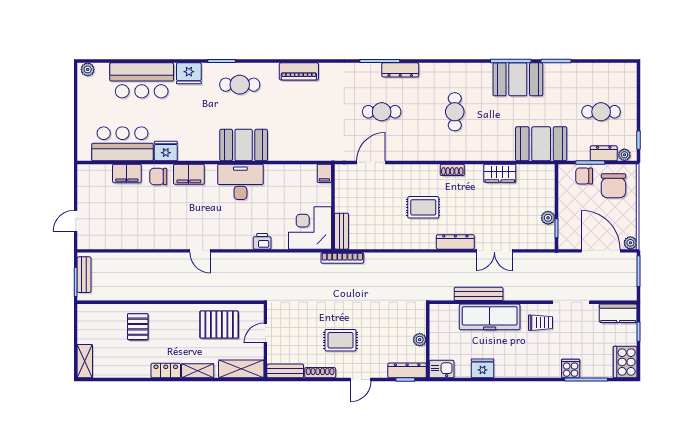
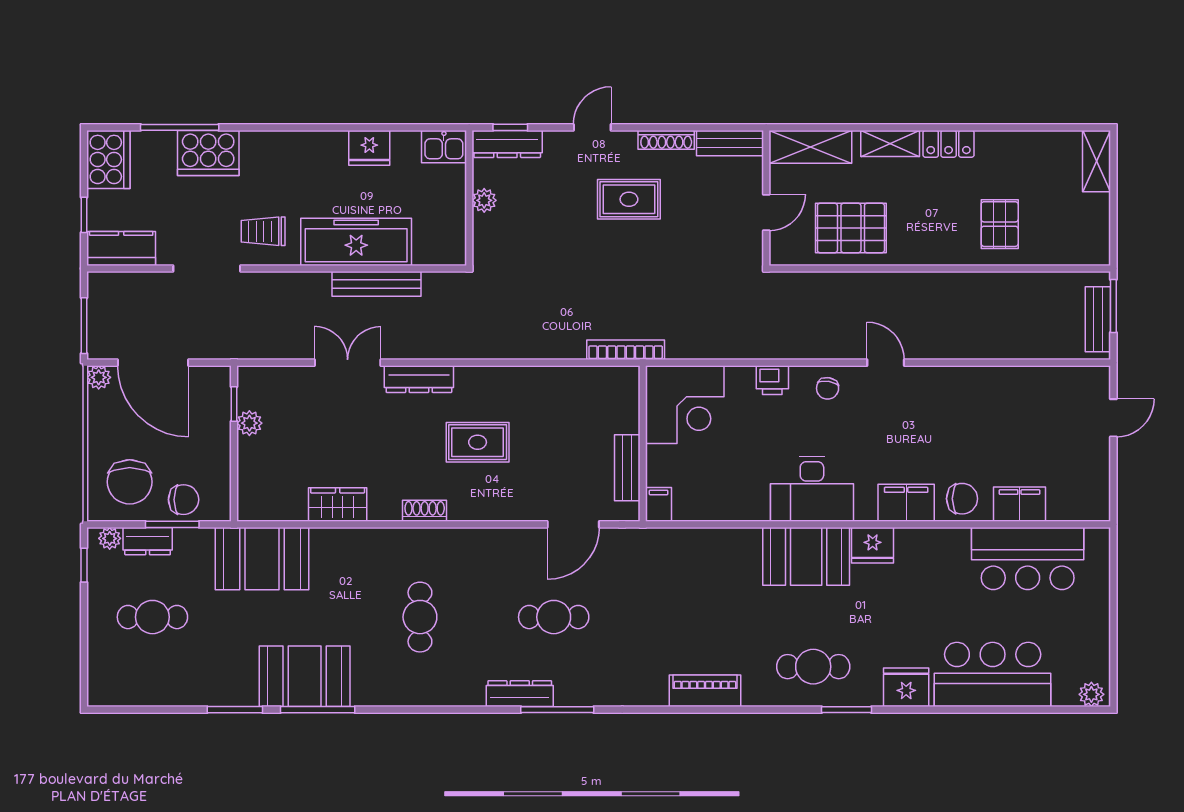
fridge: (166, 151) -> (873, 545), moved
chair: (614, 186) -> (130, 482), turned 180
bench: (341, 231) -> (627, 468), moved
chair: (232, 237) -> (828, 388), added
cooker: (571, 368) -> (208, 153), width x1.87, depth x1.31

